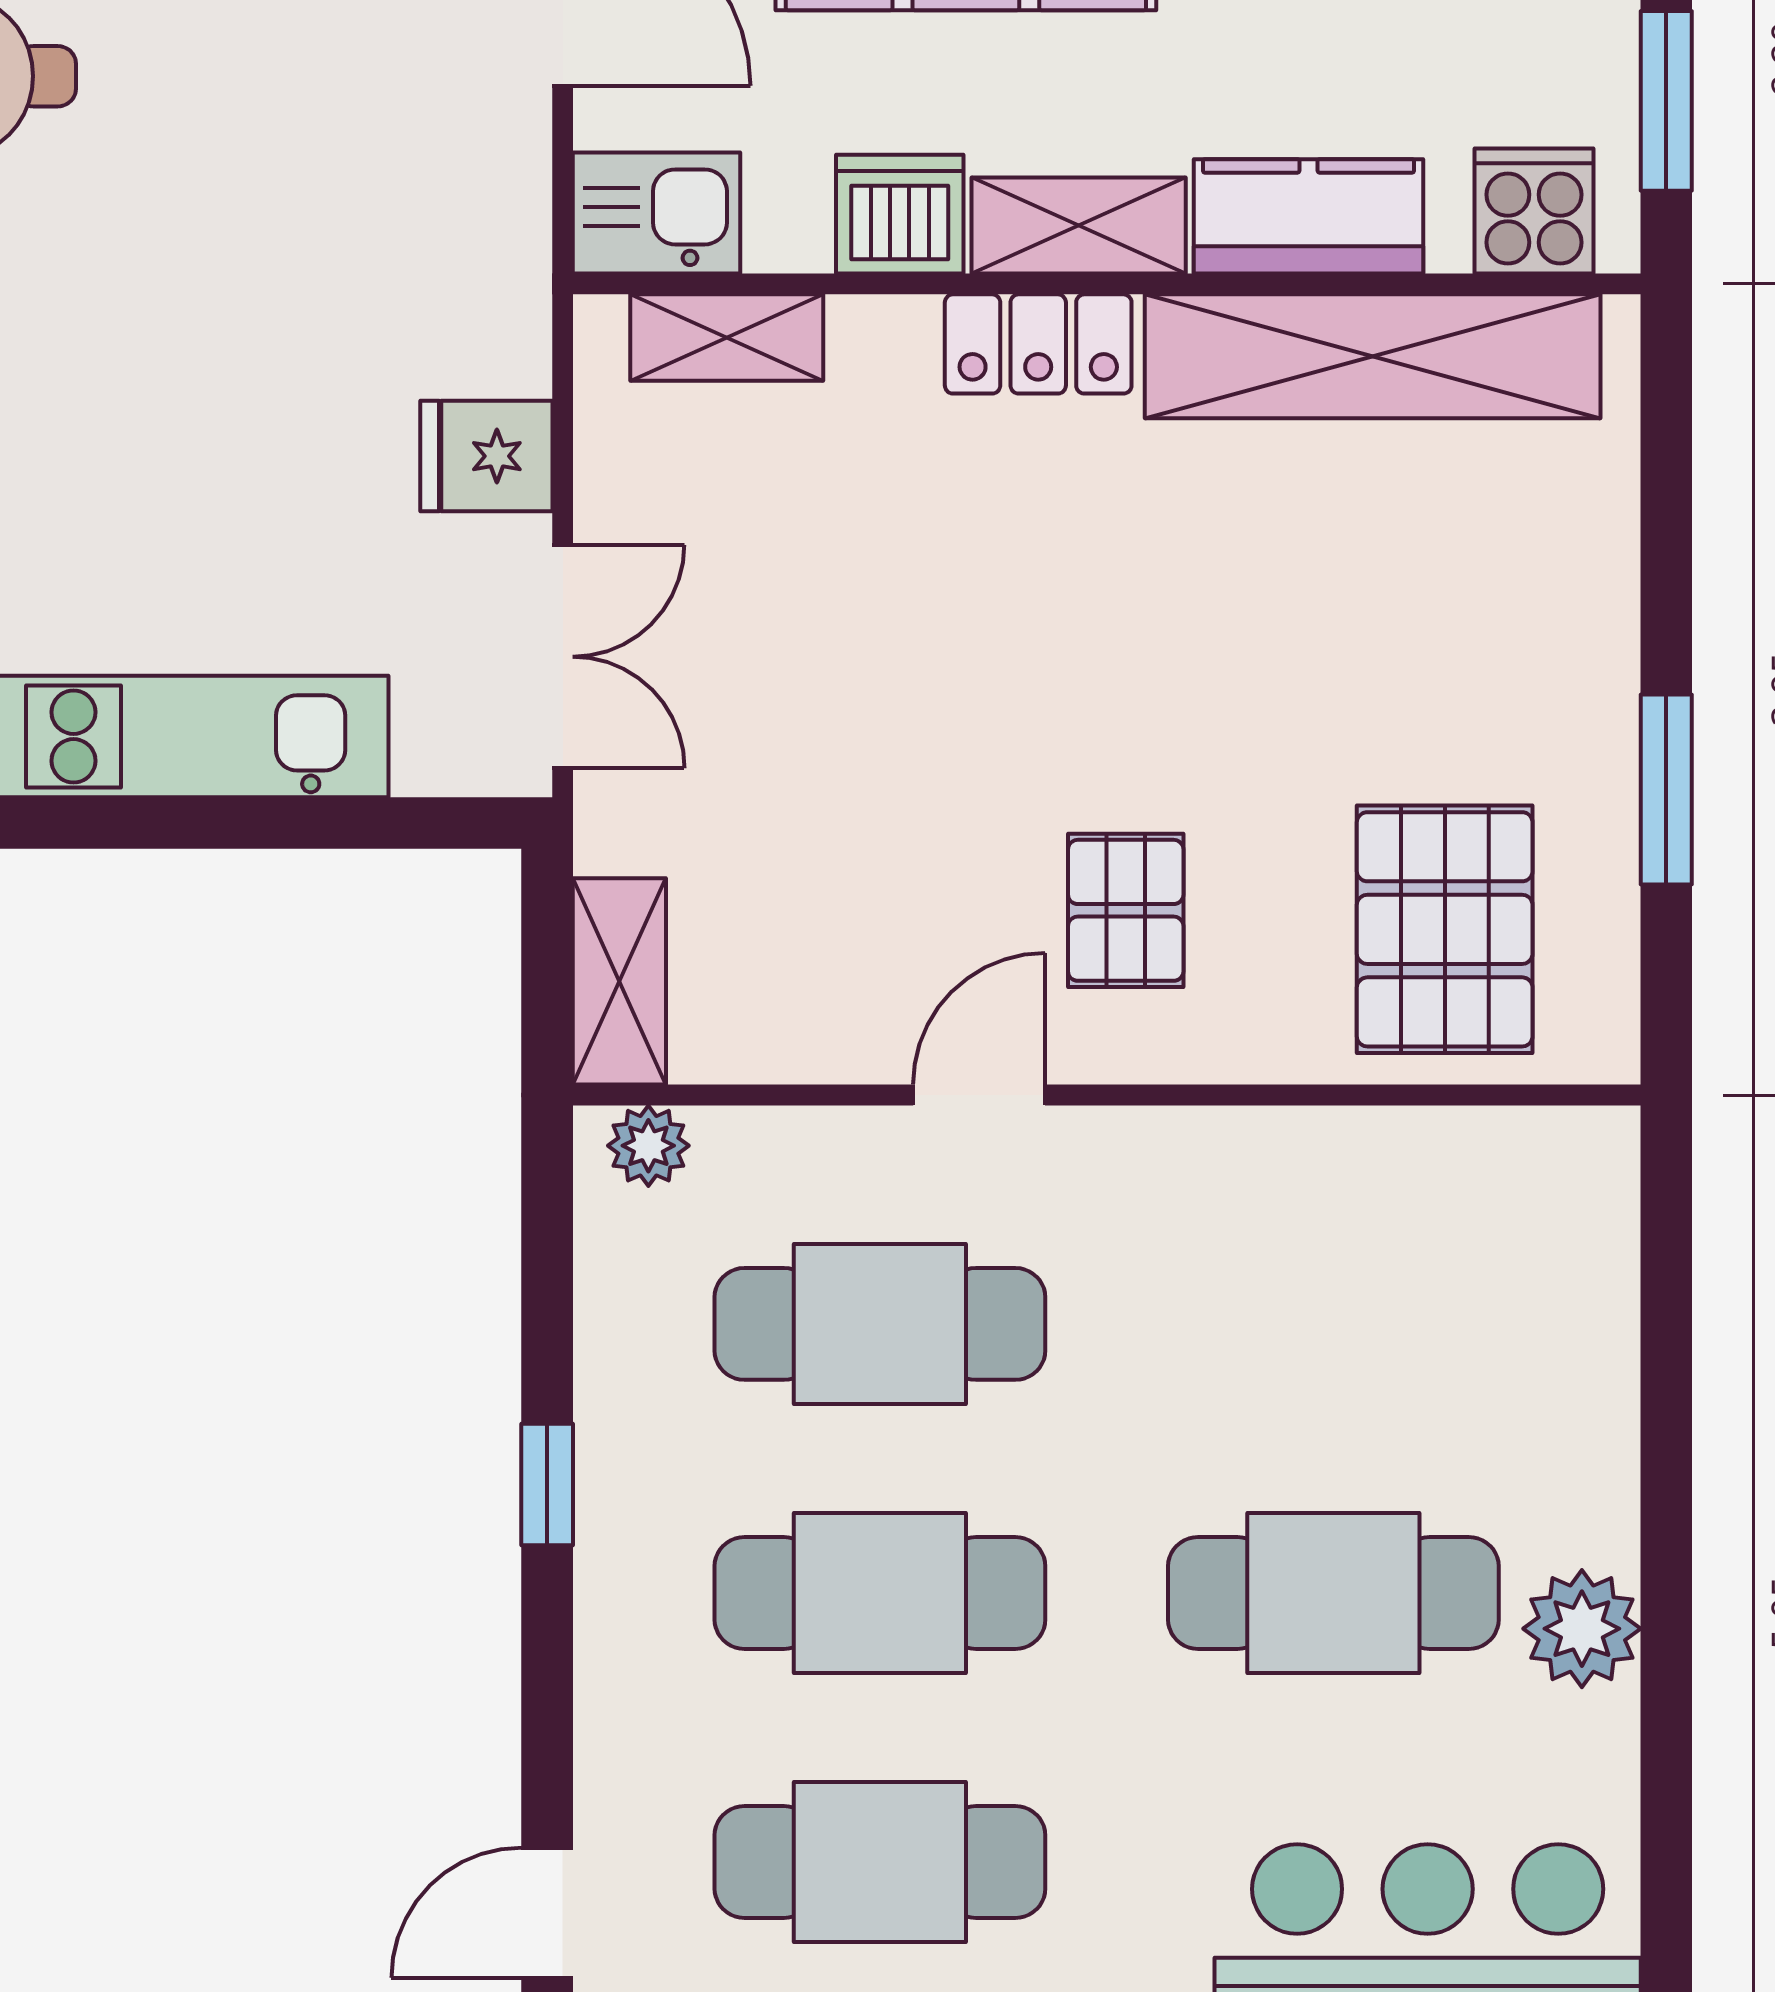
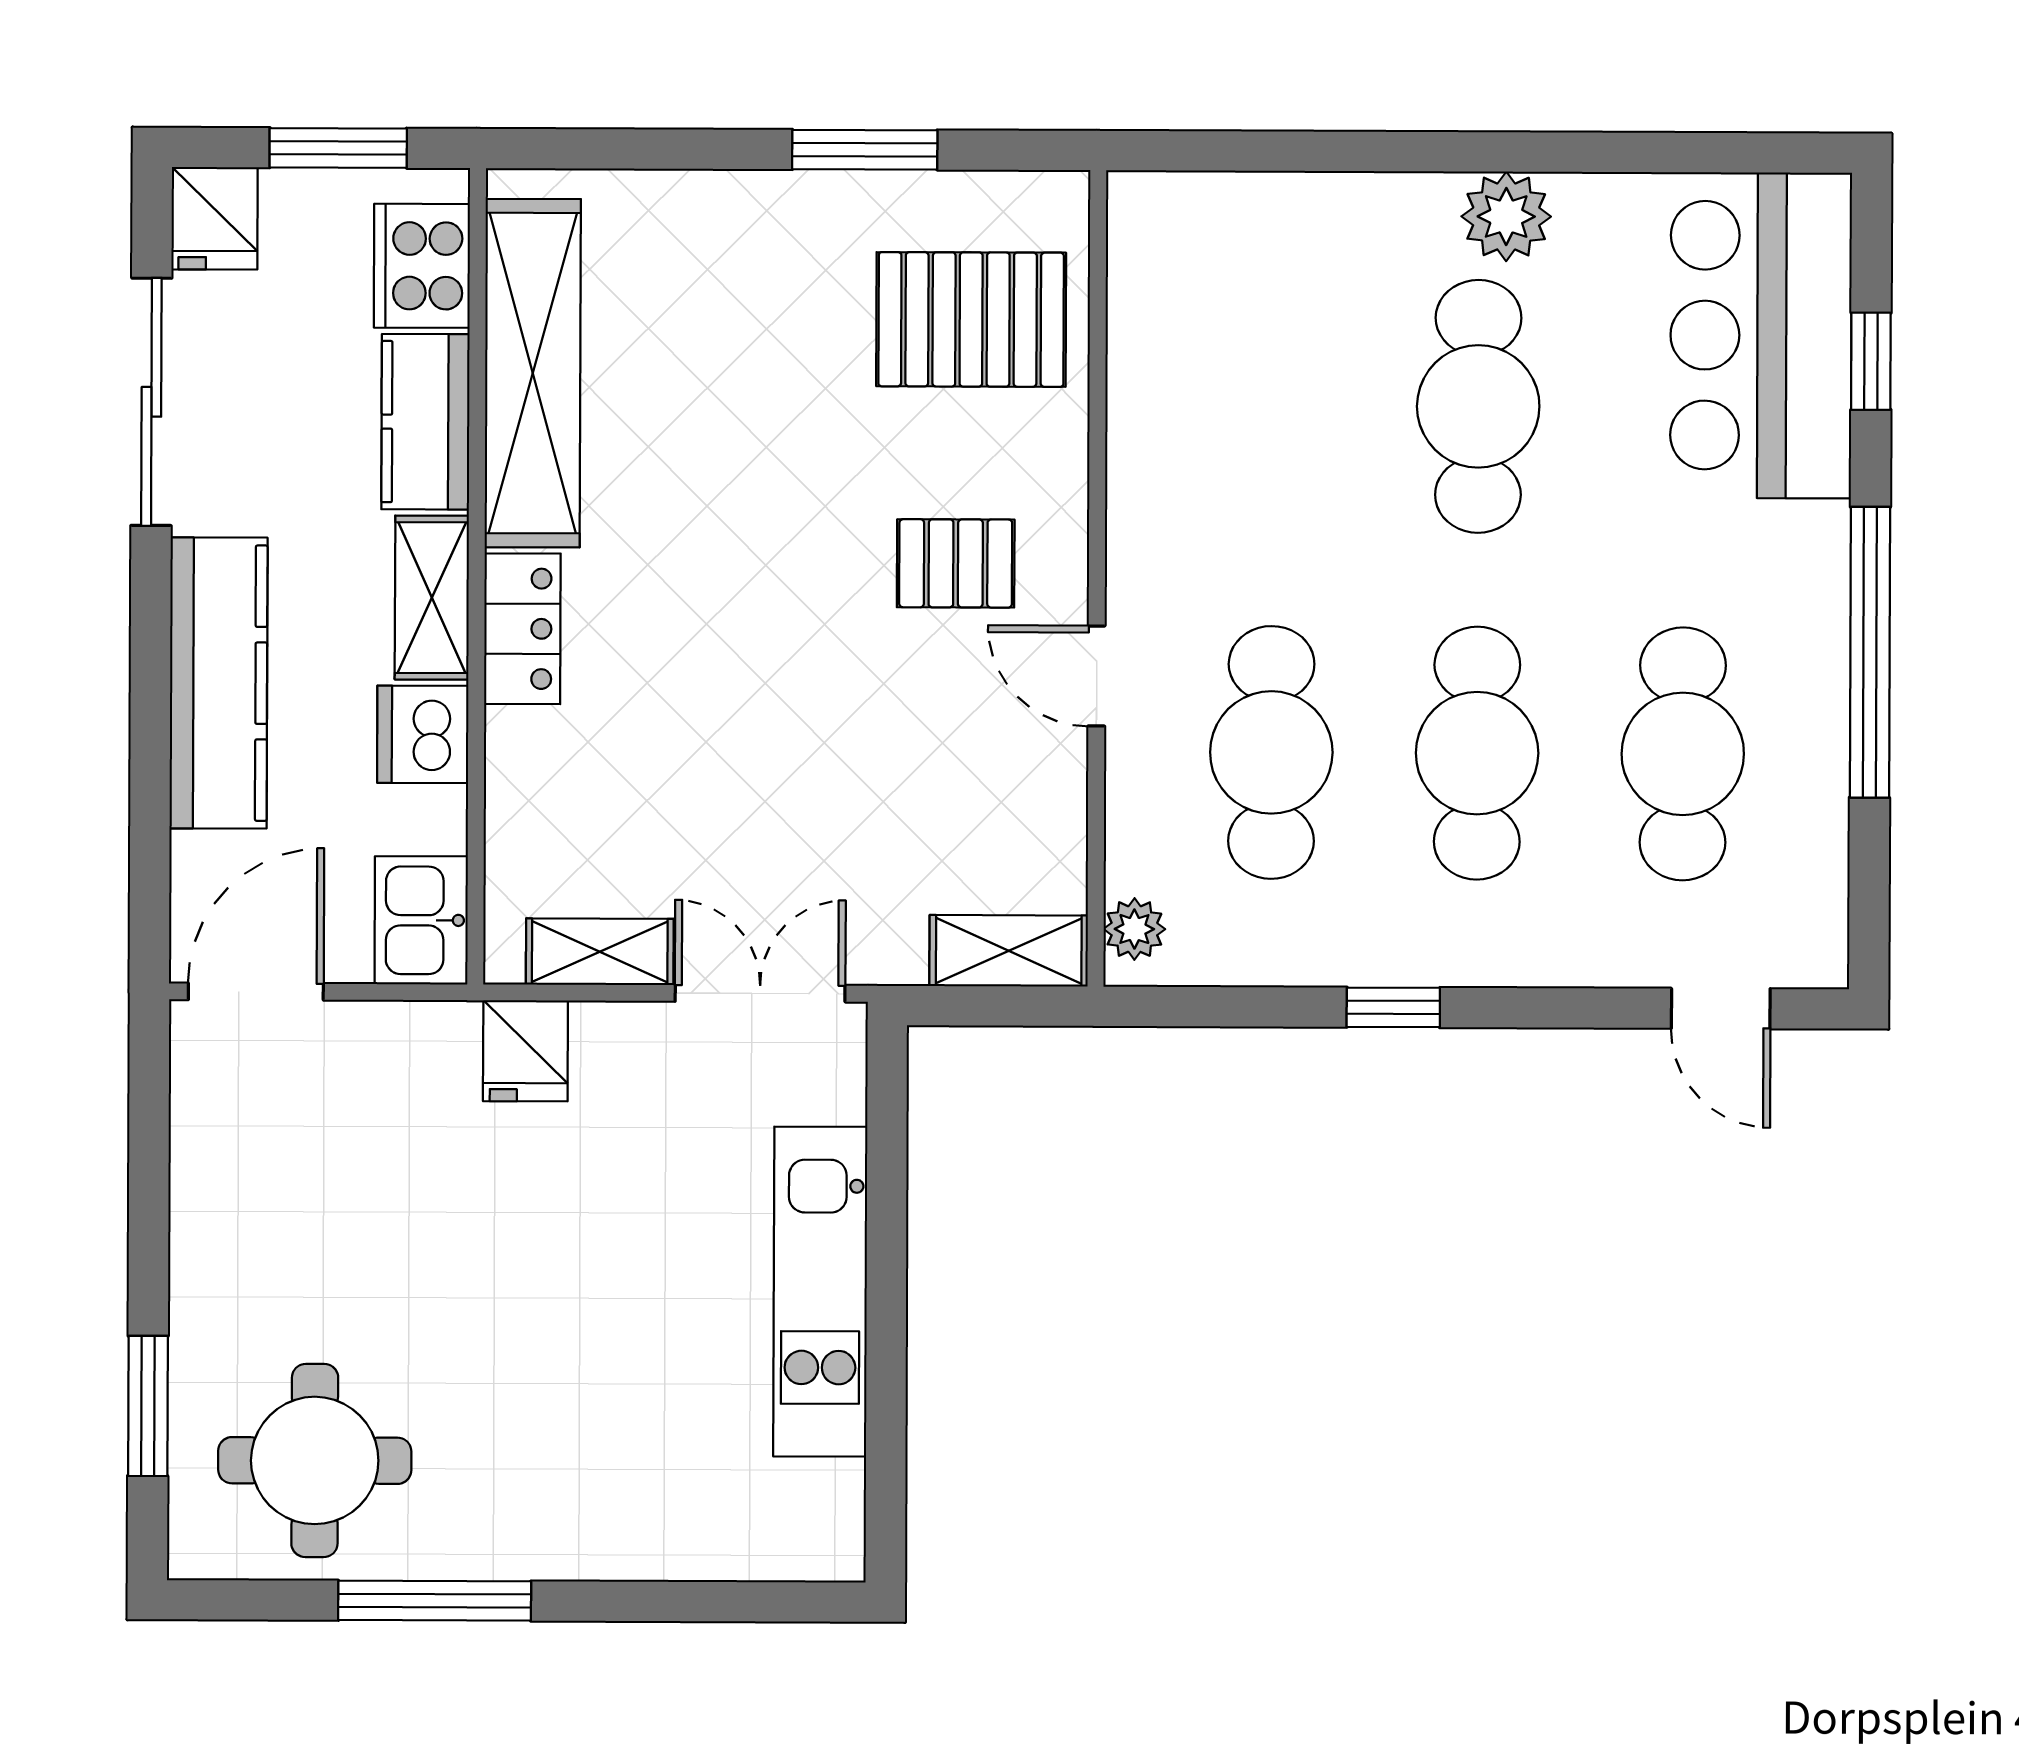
cooker: (1534, 211) -> (422, 266), width x1.36
shelving: (727, 338) -> (600, 952), moved, turned 90
fridge: (486, 456) -> (525, 1051), moved

